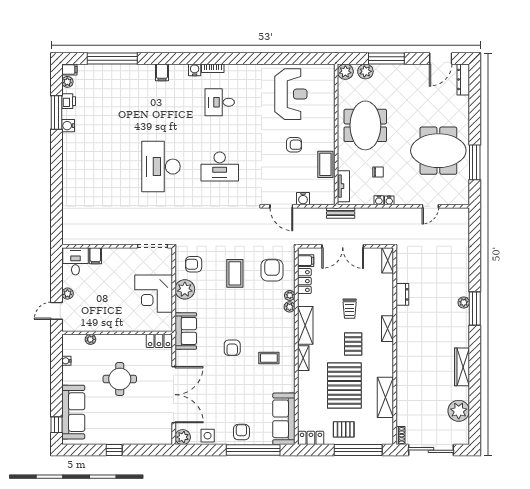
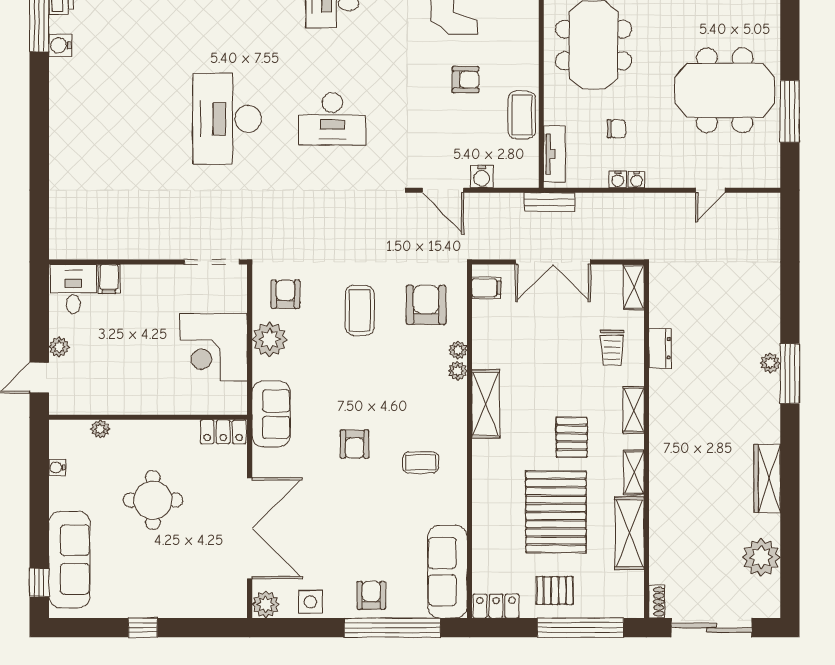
armchair: (194, 264) -> (285, 294), turned 90
locker: (304, 281) -> (484, 324), removed
trolley: (350, 309) -> (612, 348), moved
shelving: (303, 358) -> (634, 473), moved

